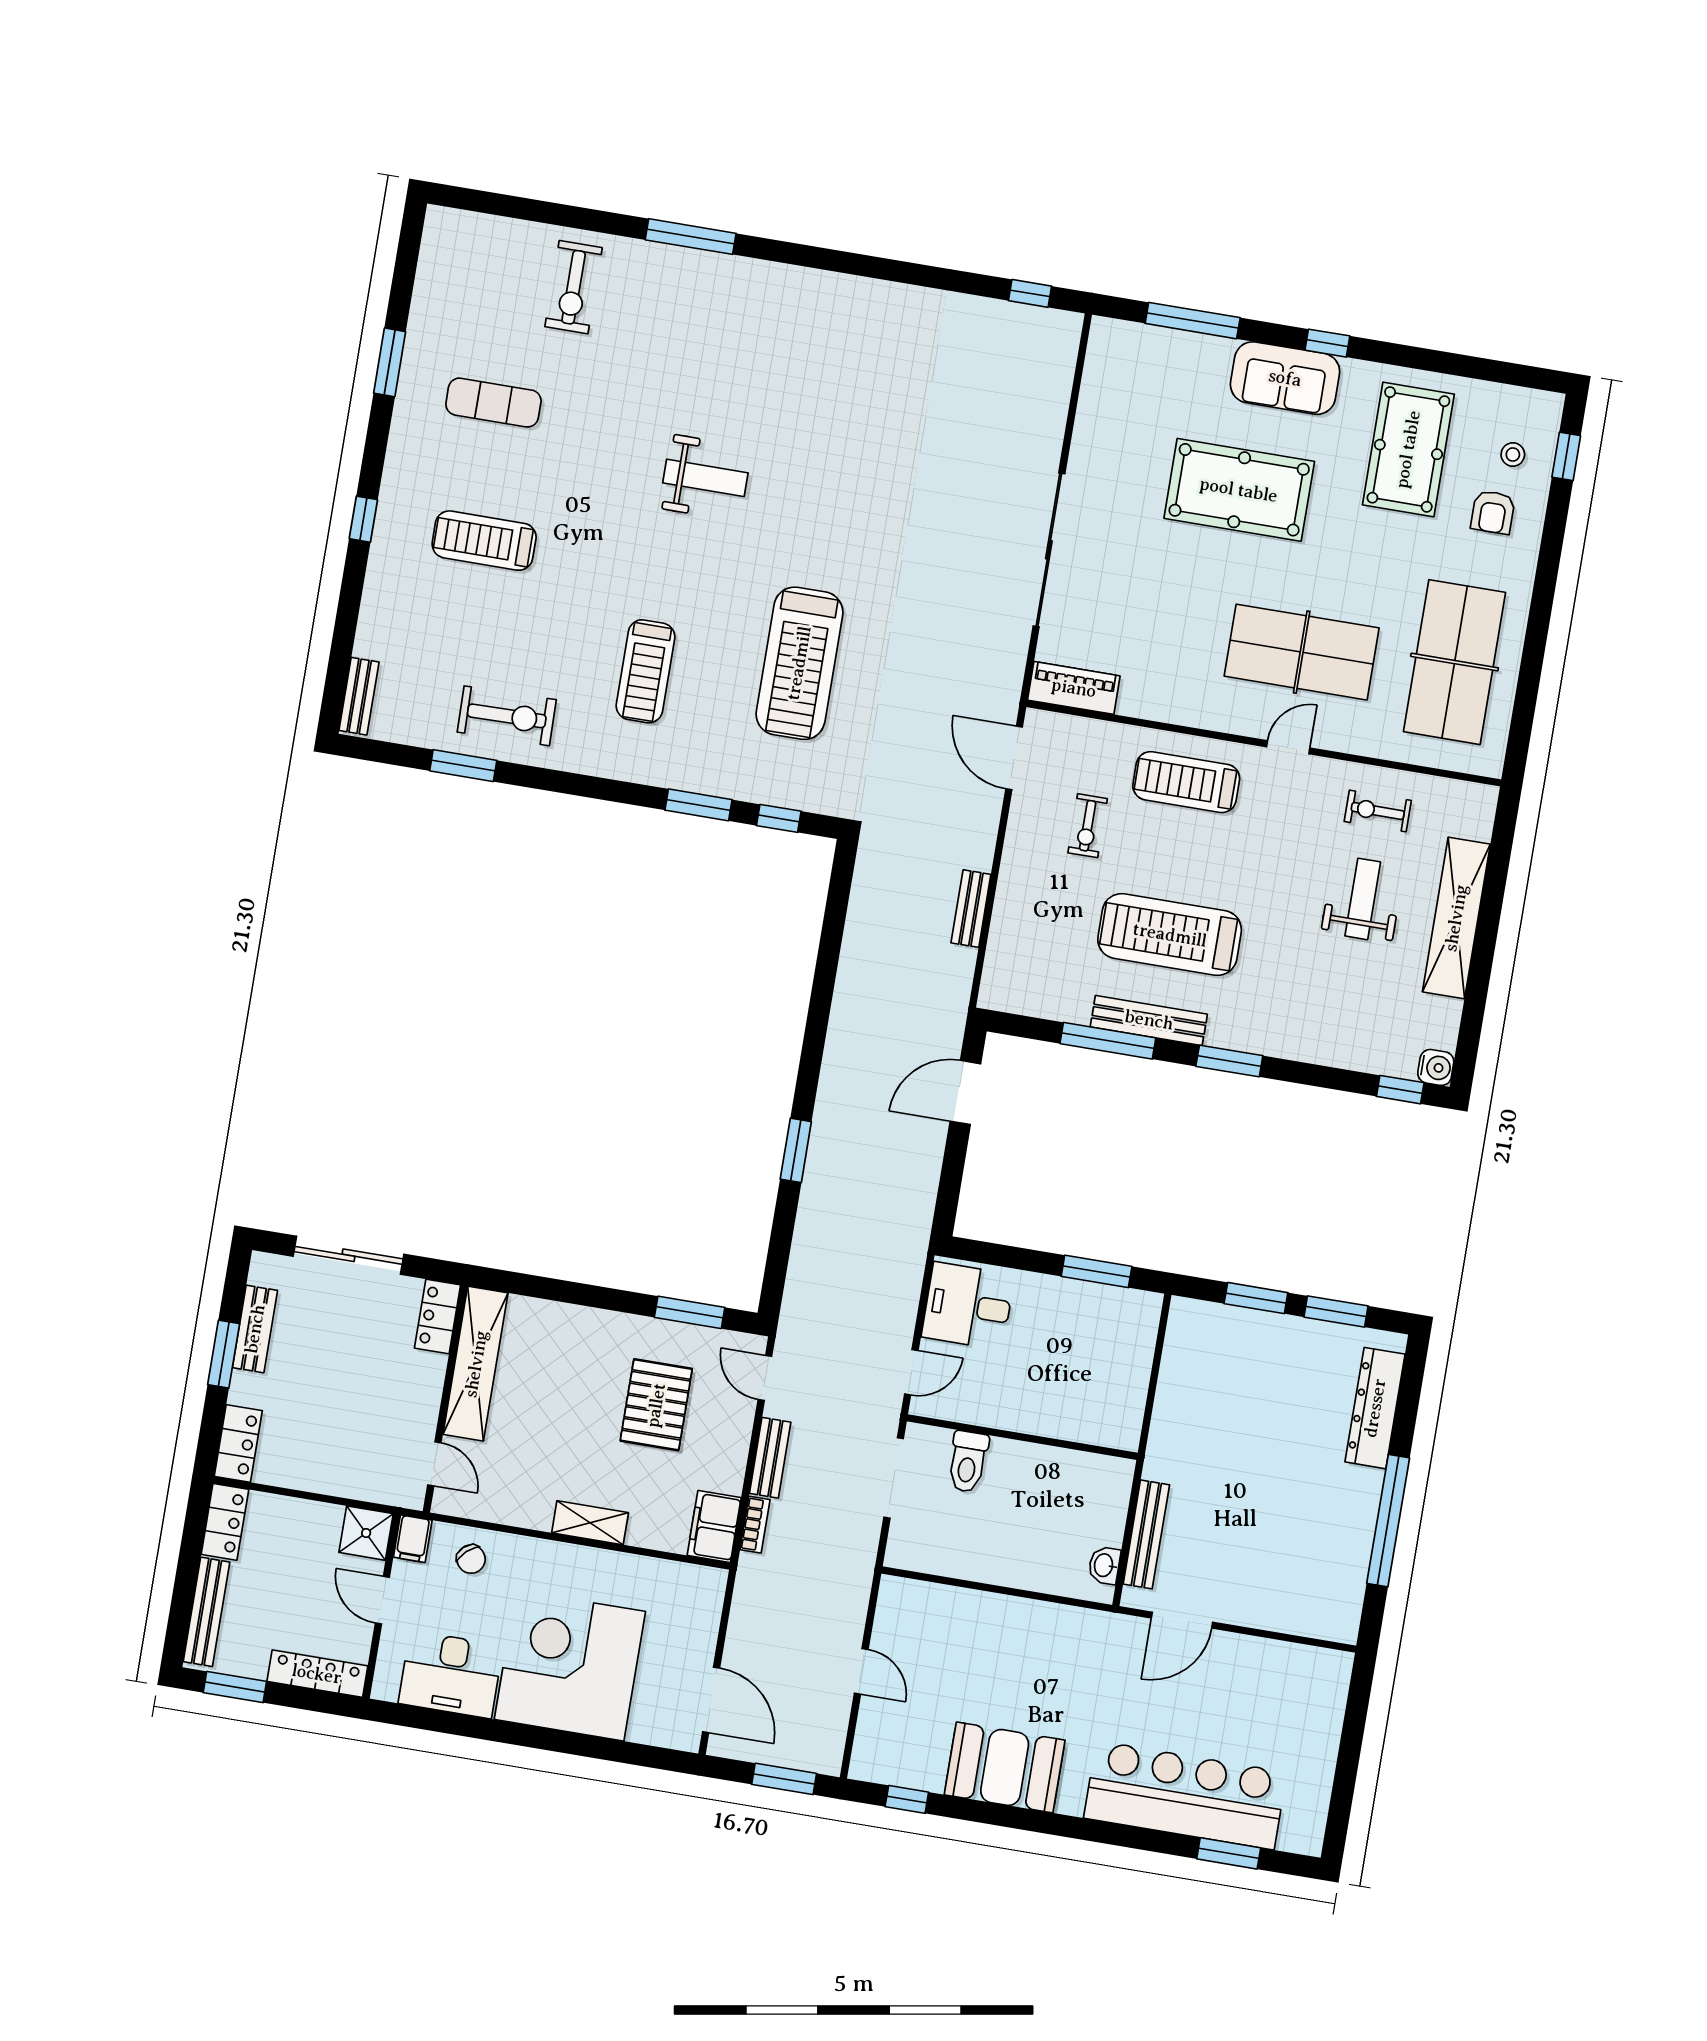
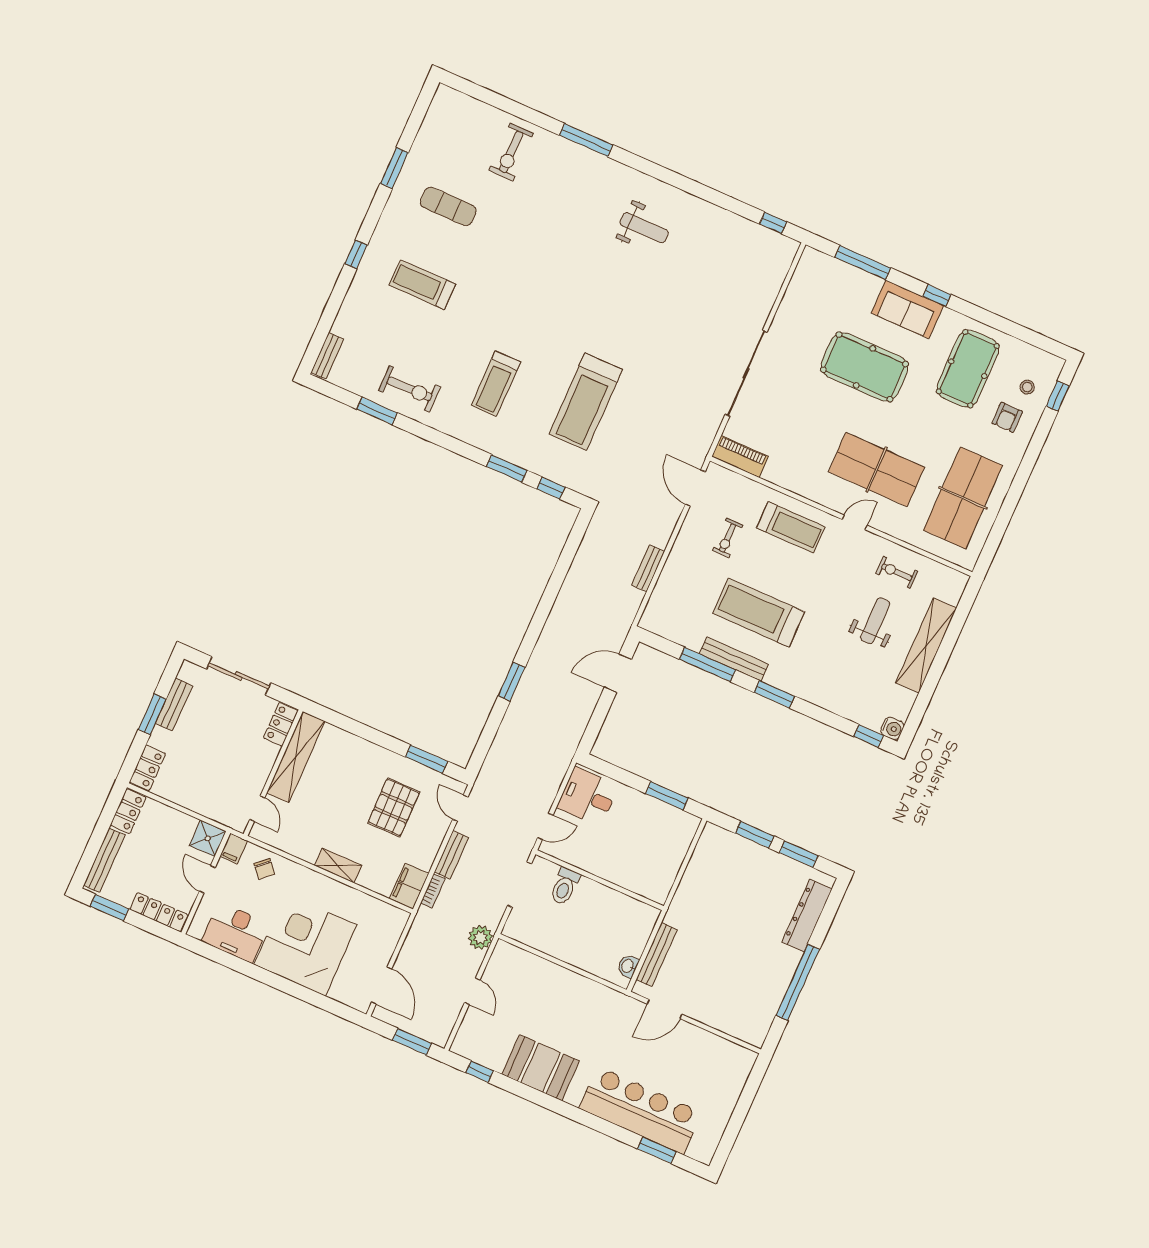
weight bench: (705, 478) -> (644, 228), moved
treadmill: (1186, 782) -> (791, 527), turned 180
plant: (852, 1580) -> (480, 937), added

